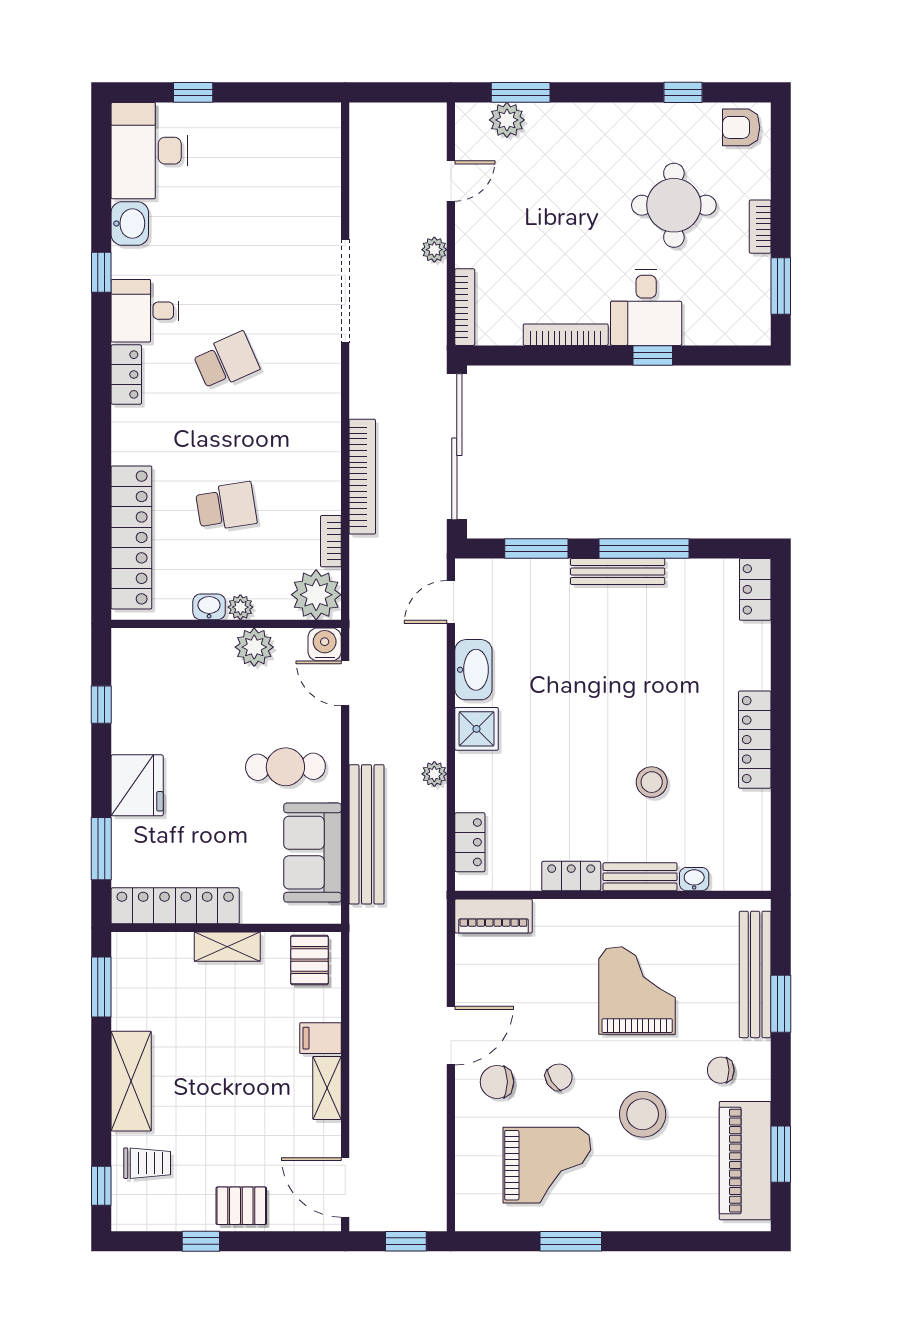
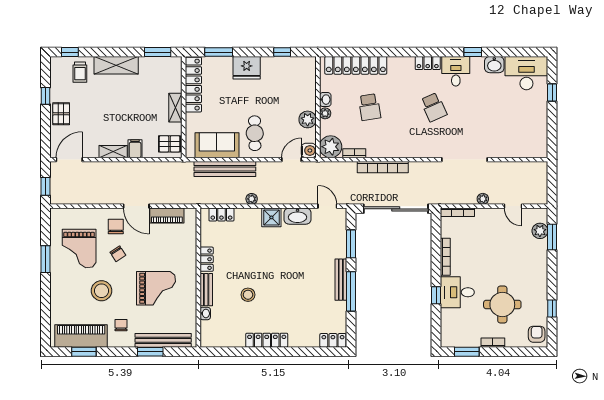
piano: (493, 916) -> (167, 216), moved, turned -90

